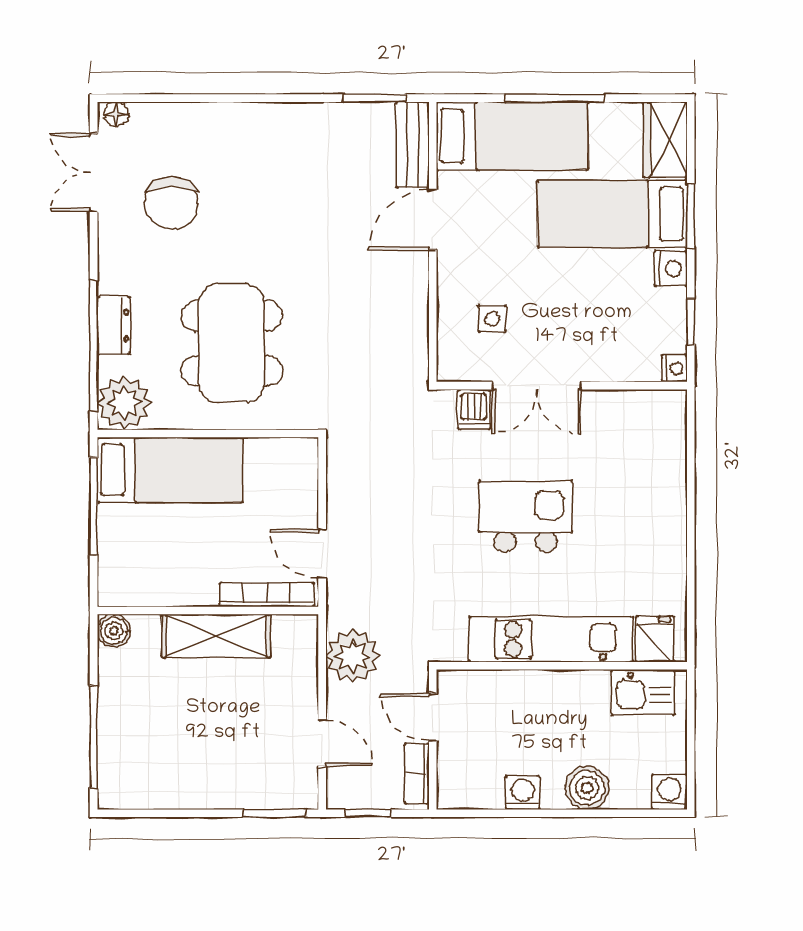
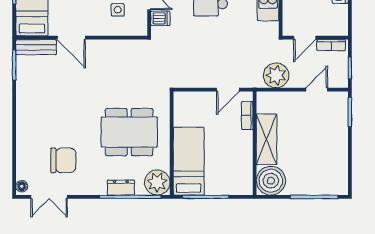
bookcase: (267, 595) -> (247, 116), width x0.64
boiler: (114, 631) -> (271, 181), width x1.86, depth x1.86

